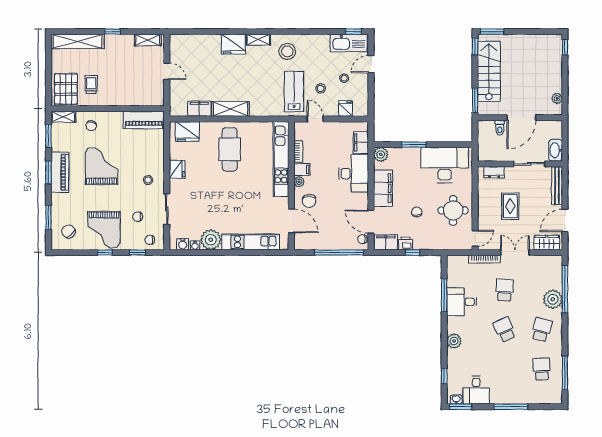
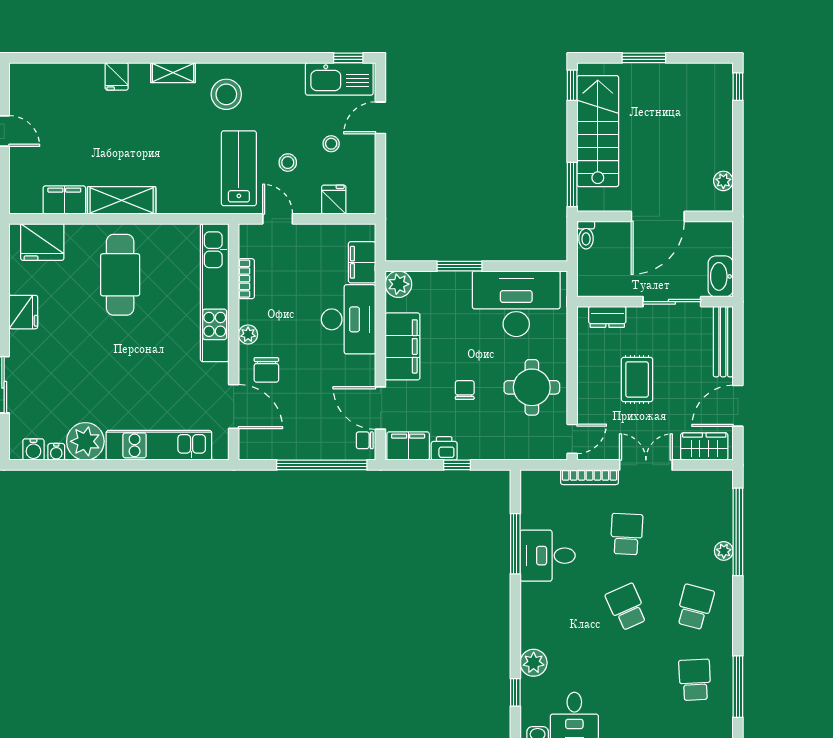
window: (492, 32) -> (644, 58), moved
fridge: (233, 44) -> (117, 76), width x0.53, depth x0.75
toilet: (500, 128) -> (586, 235), moved
filing cabinet: (302, 169) -> (253, 312), removed
plant: (553, 299) -> (724, 551), width x0.53, depth x0.53
plant: (454, 341) -> (534, 663), moved

